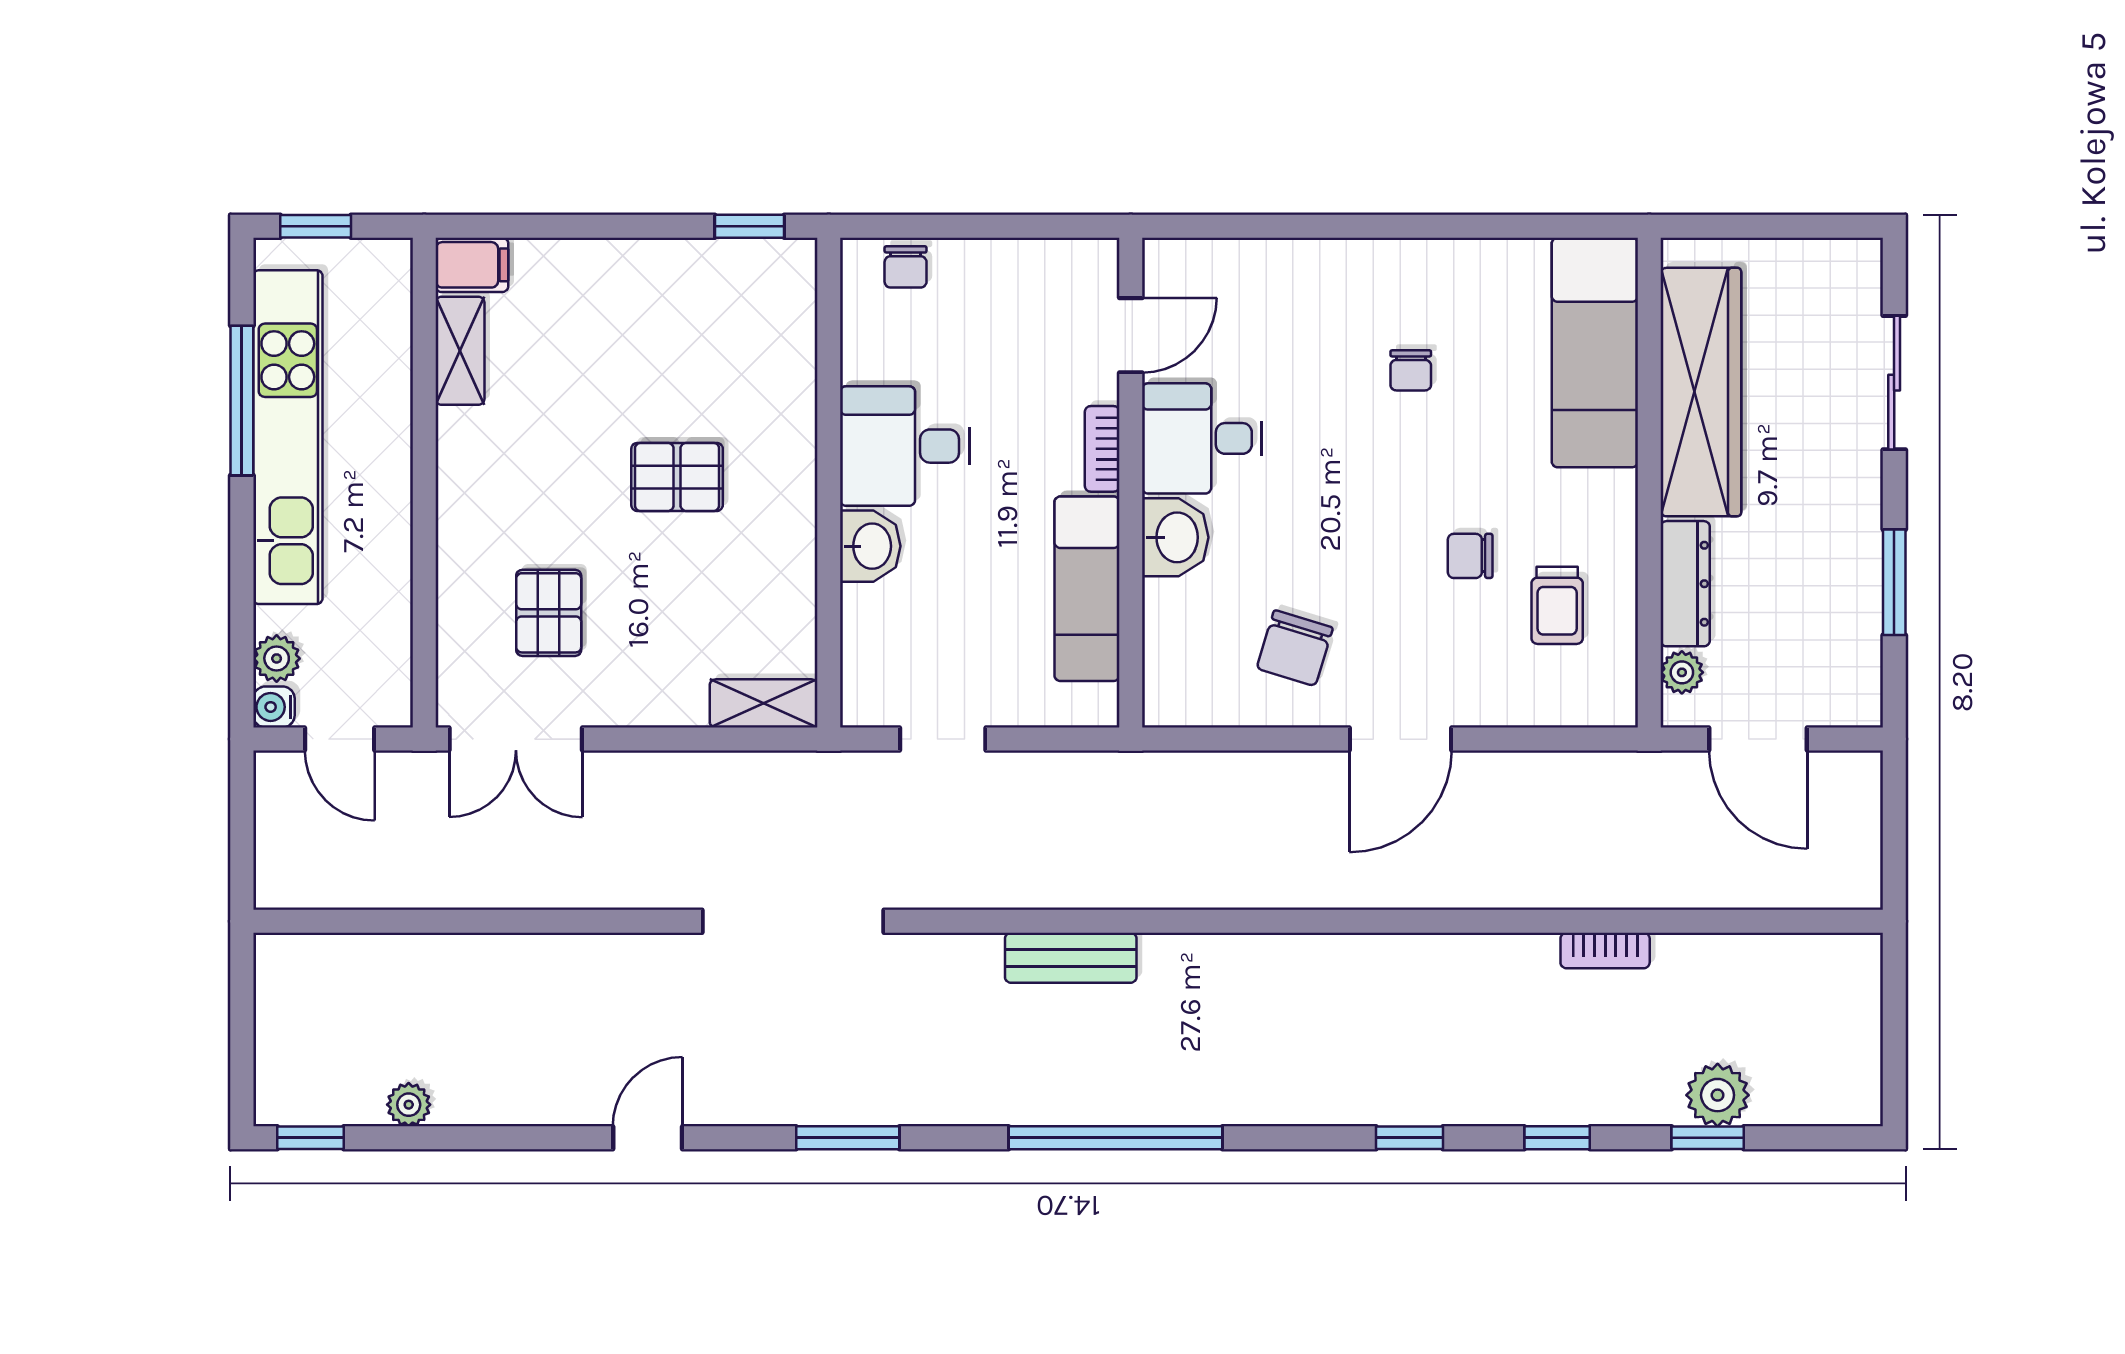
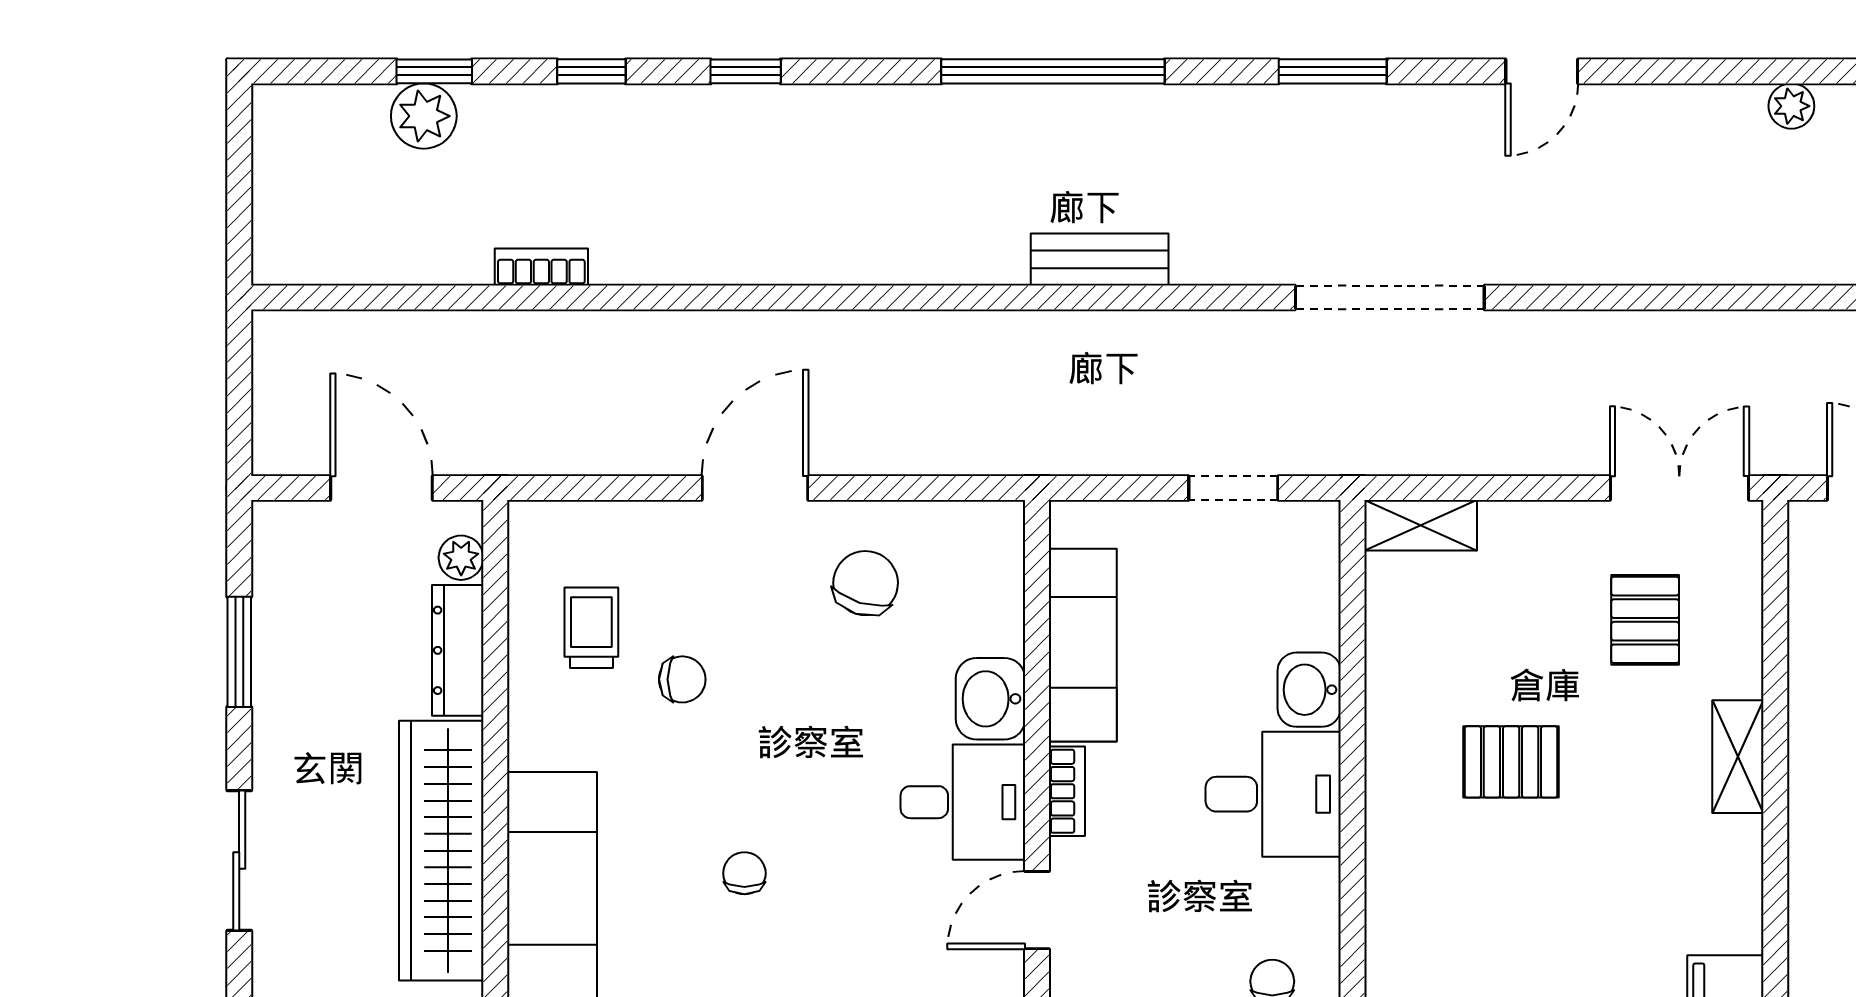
shelving: (460, 351) -> (1738, 757), moved

